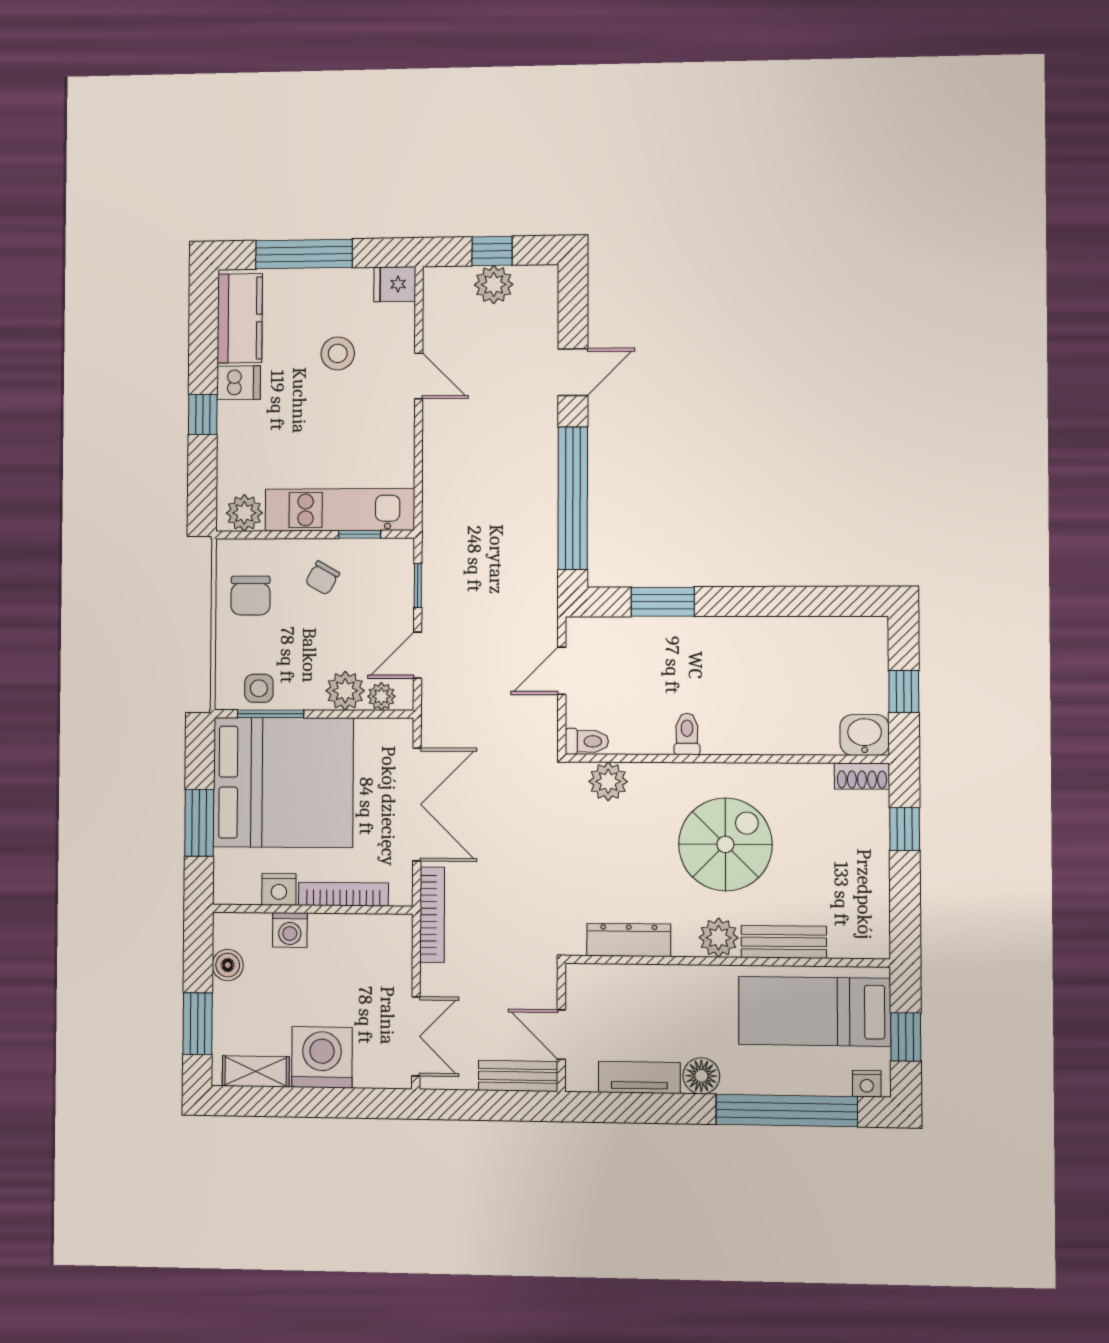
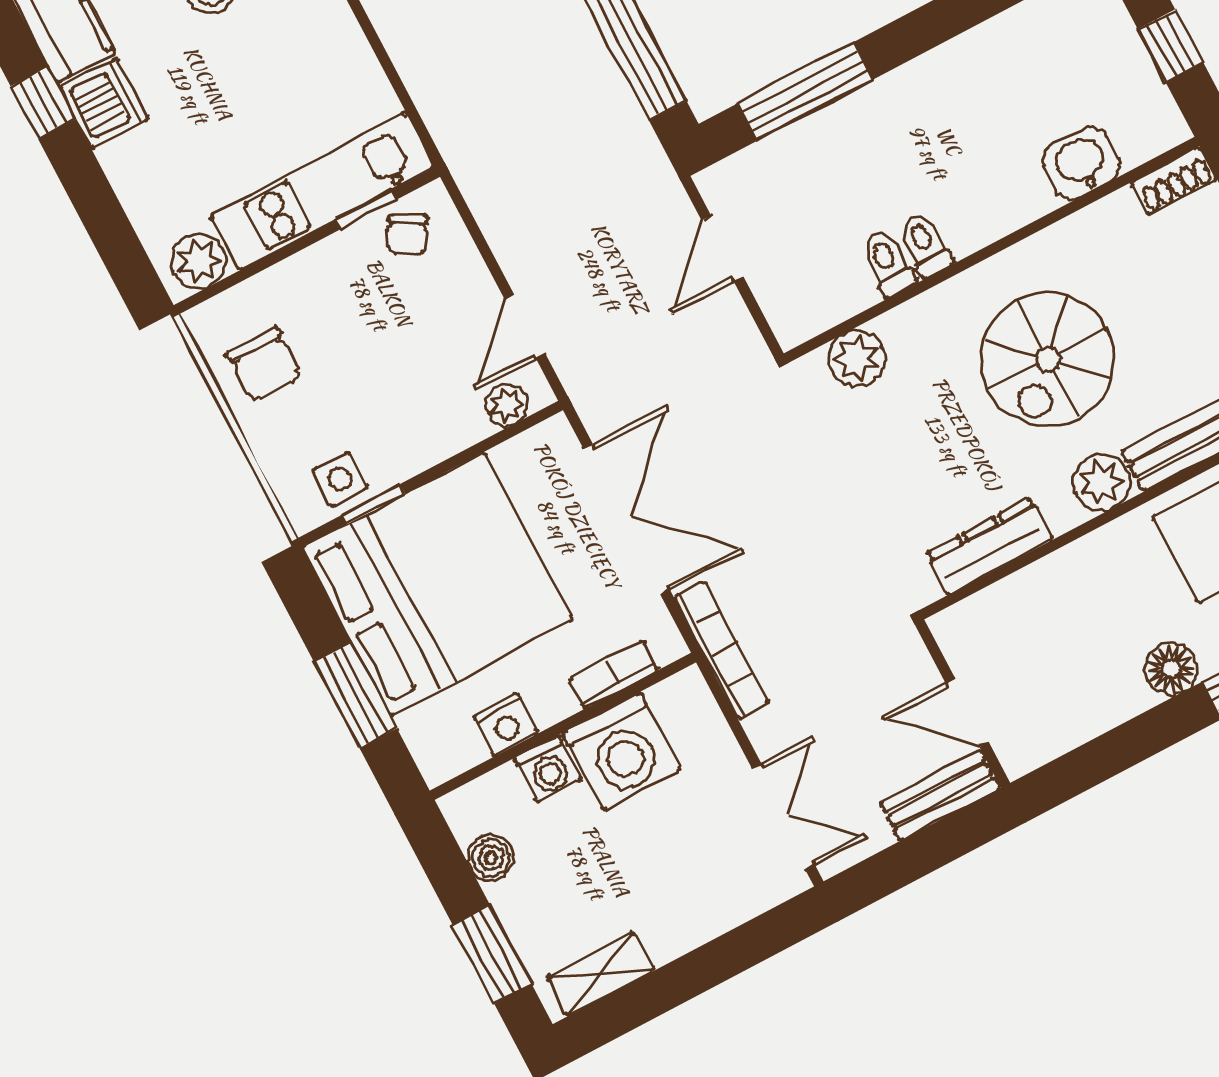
dishwasher: (239, 383) -> (104, 103), width x1.38
window: (203, 414) -> (43, 103), moved
chair: (322, 578) -> (407, 235), moved
window: (418, 585) -> (477, 236), removed
window: (663, 602) -> (805, 92), width x1.44
plant: (345, 691) -> (455, 423), removed
window: (271, 714) -> (373, 504), width x0.67
washbasin: (865, 735) -> (1081, 163), moved
toilet: (587, 741) -> (888, 263), moved, turned -90
spiral stairs: (725, 844) -> (1048, 359), turned 180
bookcase: (343, 894) -> (614, 675), width x0.64
washing machine: (322, 1057) -> (622, 751), moved, turned 180
tv unit: (639, 1077) -> (1094, 713), removed

